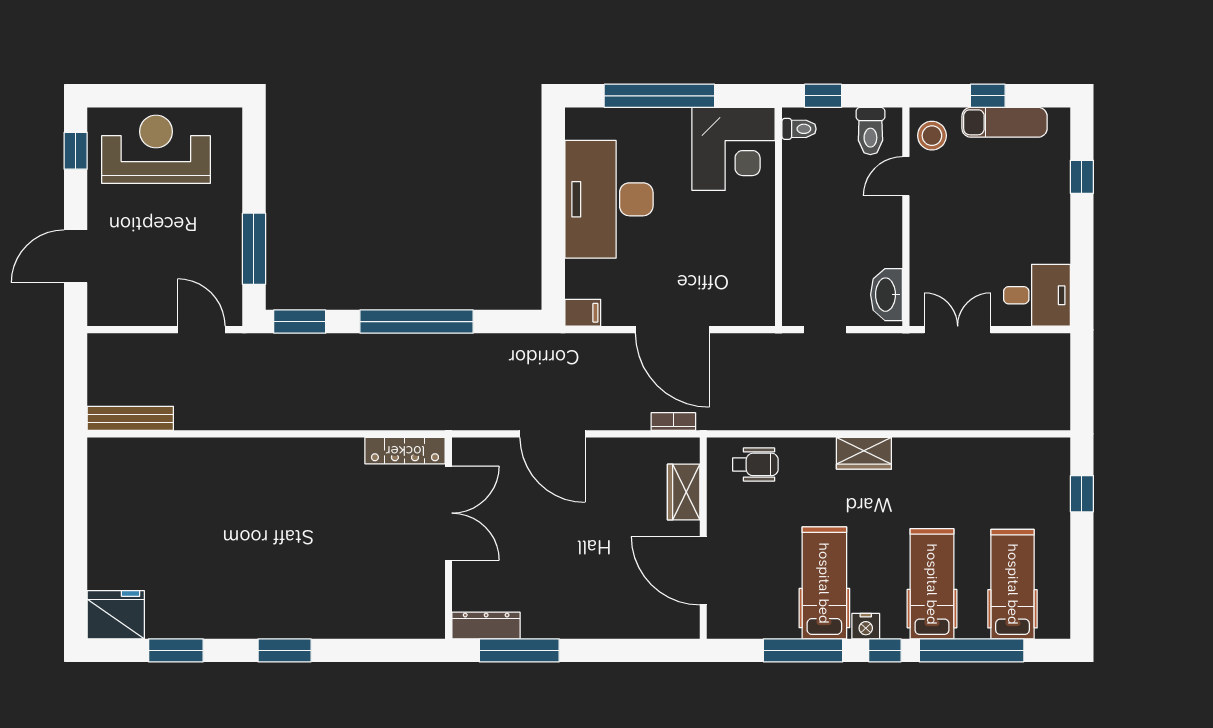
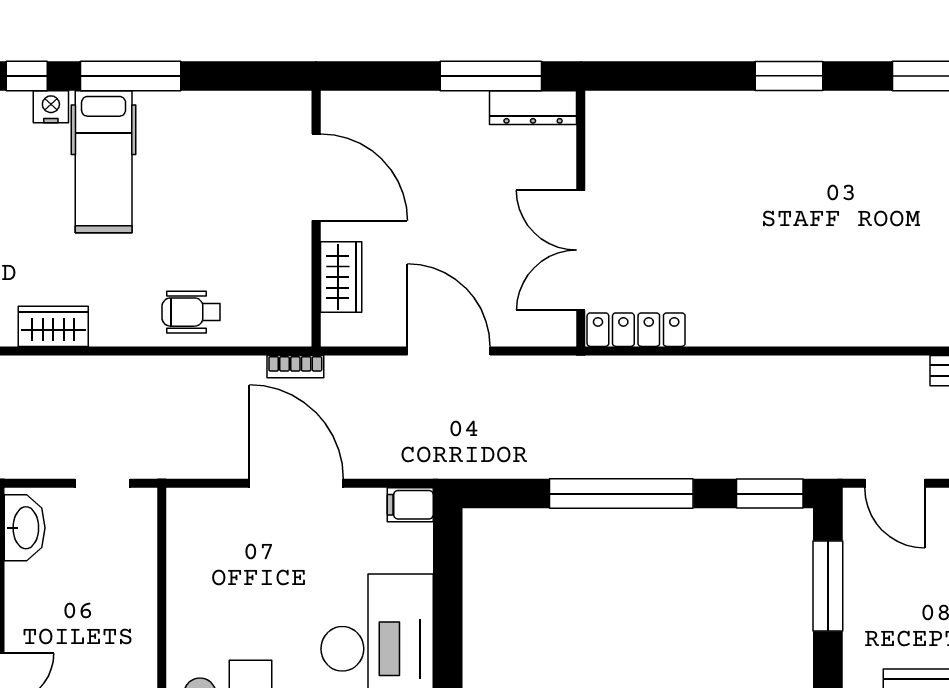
wardrobe: (684, 492) -> (341, 277), moved
wall: (703, 538) -> (316, 219), moved
door: (703, 571) -> (316, 177), moved

